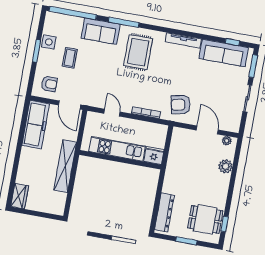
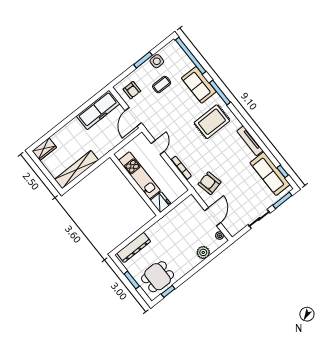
shelving: (65, 166) -> (77, 170), moved
dining table: (205, 219) -> (158, 277), turned 90

